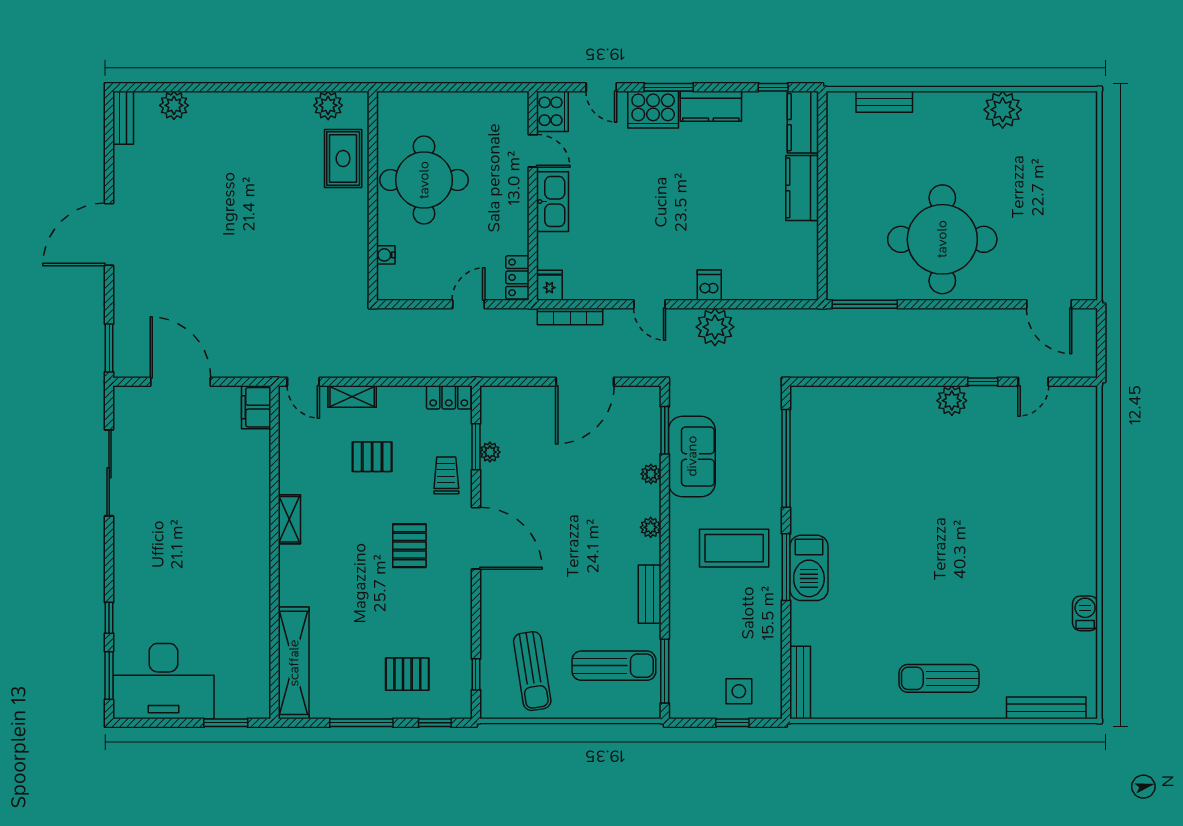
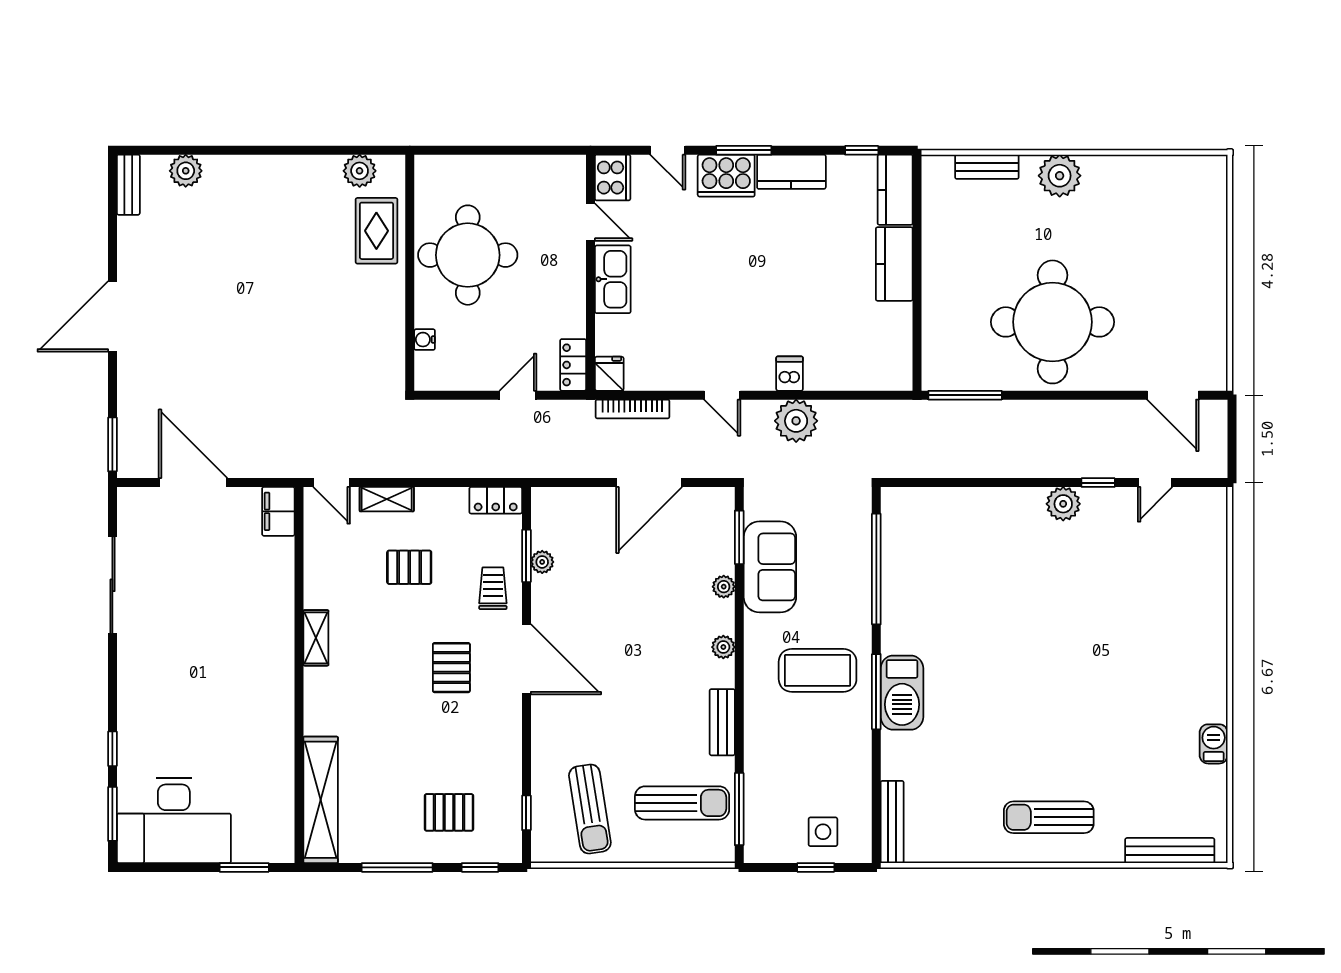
plant: (1003, 110) -> (1060, 176), moved

